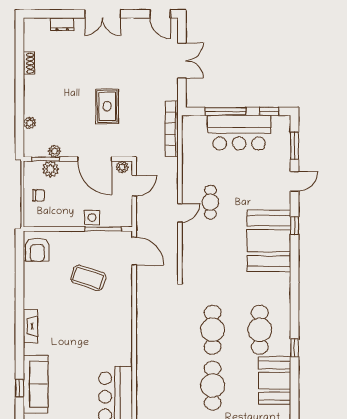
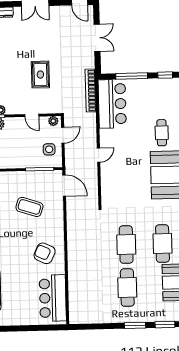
bar counter: (239, 133) -> (112, 104), moved, turned -90
door: (95, 159) -> (32, 115), width x0.53
cafe table: (210, 202) -> (162, 133), moved
side table: (92, 218) -> (49, 149), moved
armchair: (106, 338) -> (45, 253), added

